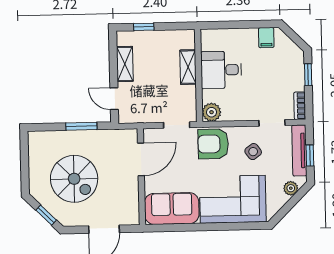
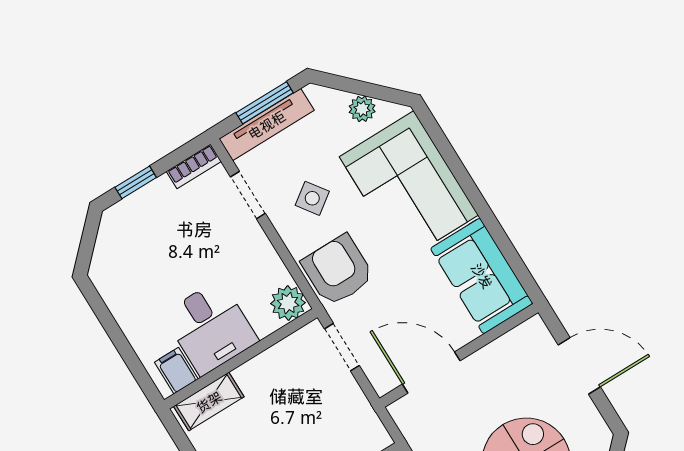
filing cabinet: (266, 38) -> (176, 371), moved, turned -90
shelving: (188, 67) -> (209, 402), moved
armchair: (213, 144) -> (338, 270), turned 180
window: (310, 155) -> (265, 103), width x1.50
plant: (291, 188) -> (362, 109), moved

